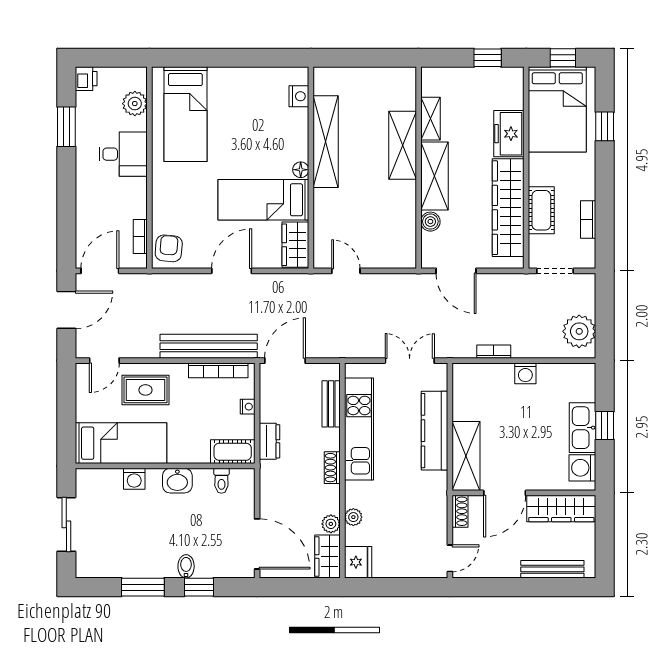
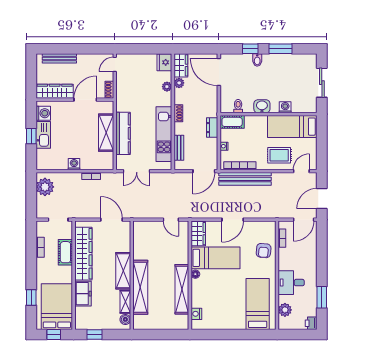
shelving: (403, 145) -> (140, 287), width x1.47
boiler: (430, 222) -> (125, 319), moved
armchair: (169, 248) -> (264, 251), moved
shelving: (466, 456) -> (106, 133), moved

